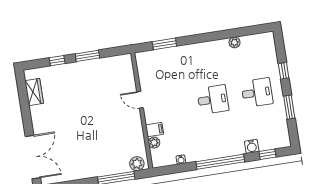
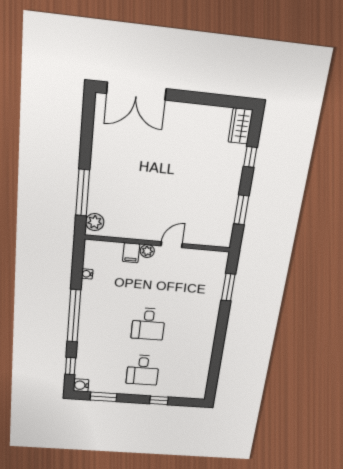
plant: (235, 42) -> (205, 360), removed
window: (87, 56) -> (241, 210), moved
wardrobe: (34, 92) -> (240, 126), moved, turned 90
window: (289, 107) -> (103, 397), moved
plant: (154, 143) -> (147, 251), moved
water cooler: (252, 146) -> (81, 385), moved

